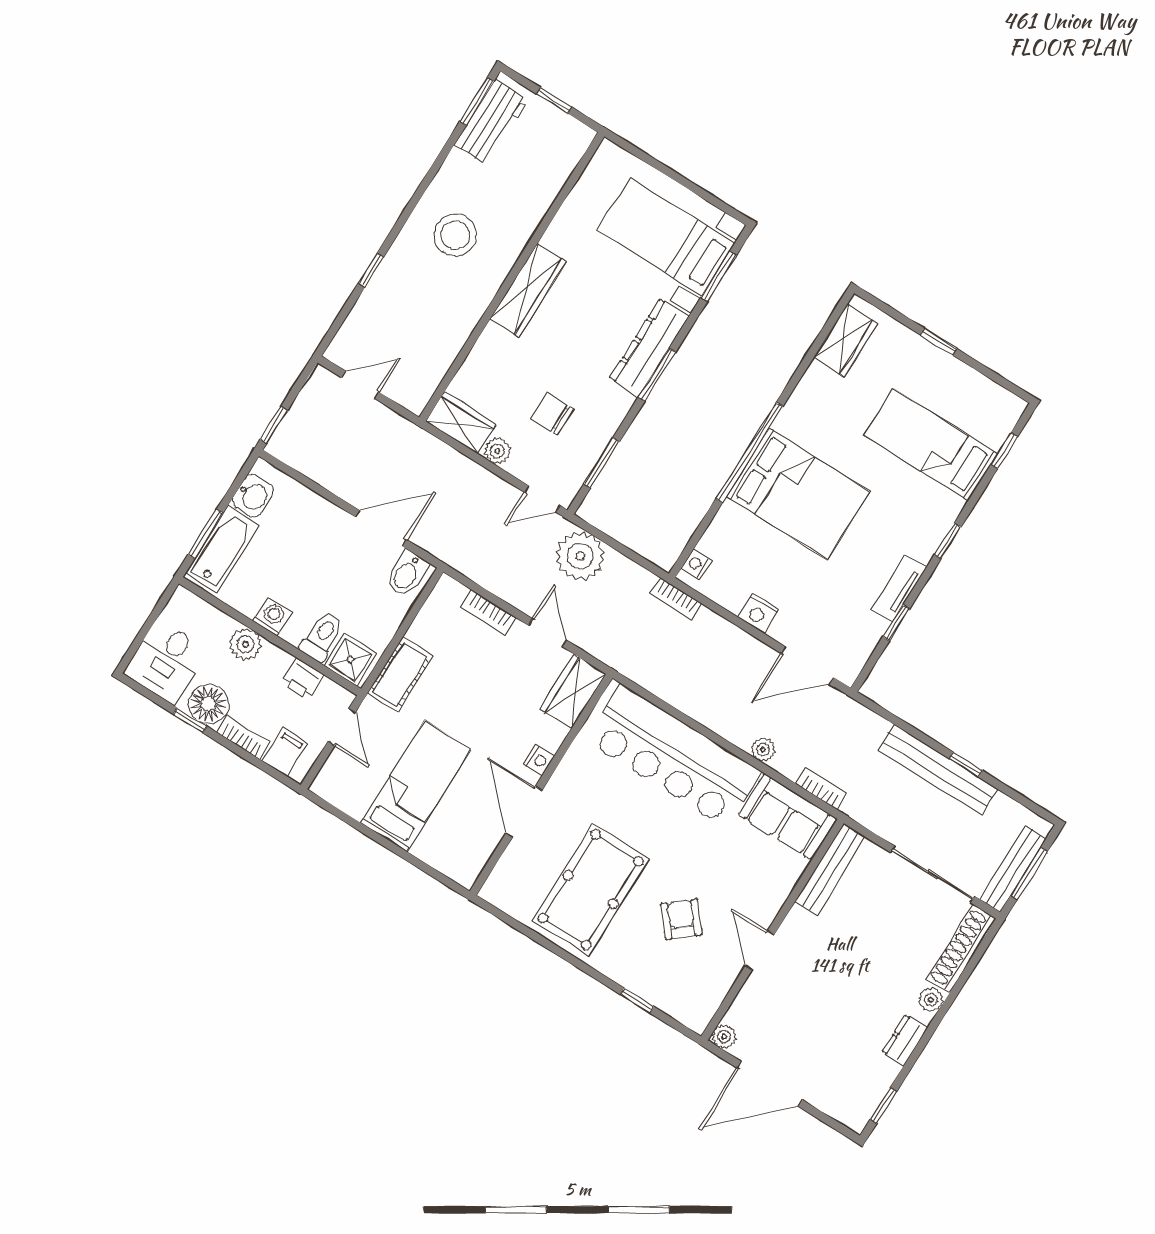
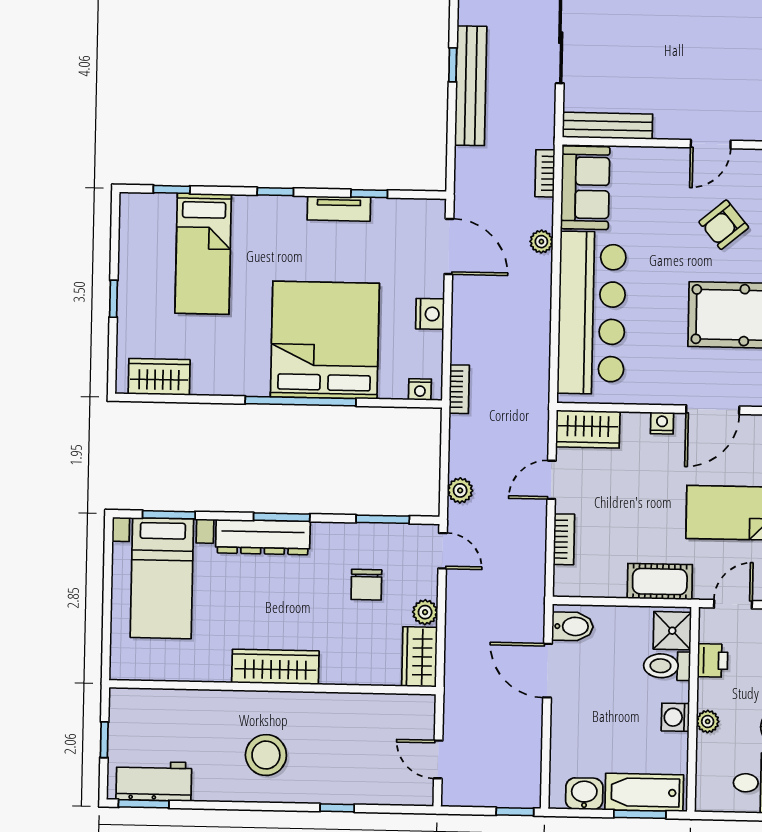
bed: (798, 494) -> (325, 340), width x1.36
plant: (580, 556) -> (460, 490), width x0.53, depth x0.53
plant: (246, 644) -> (708, 721), width x0.73, depth x0.73

